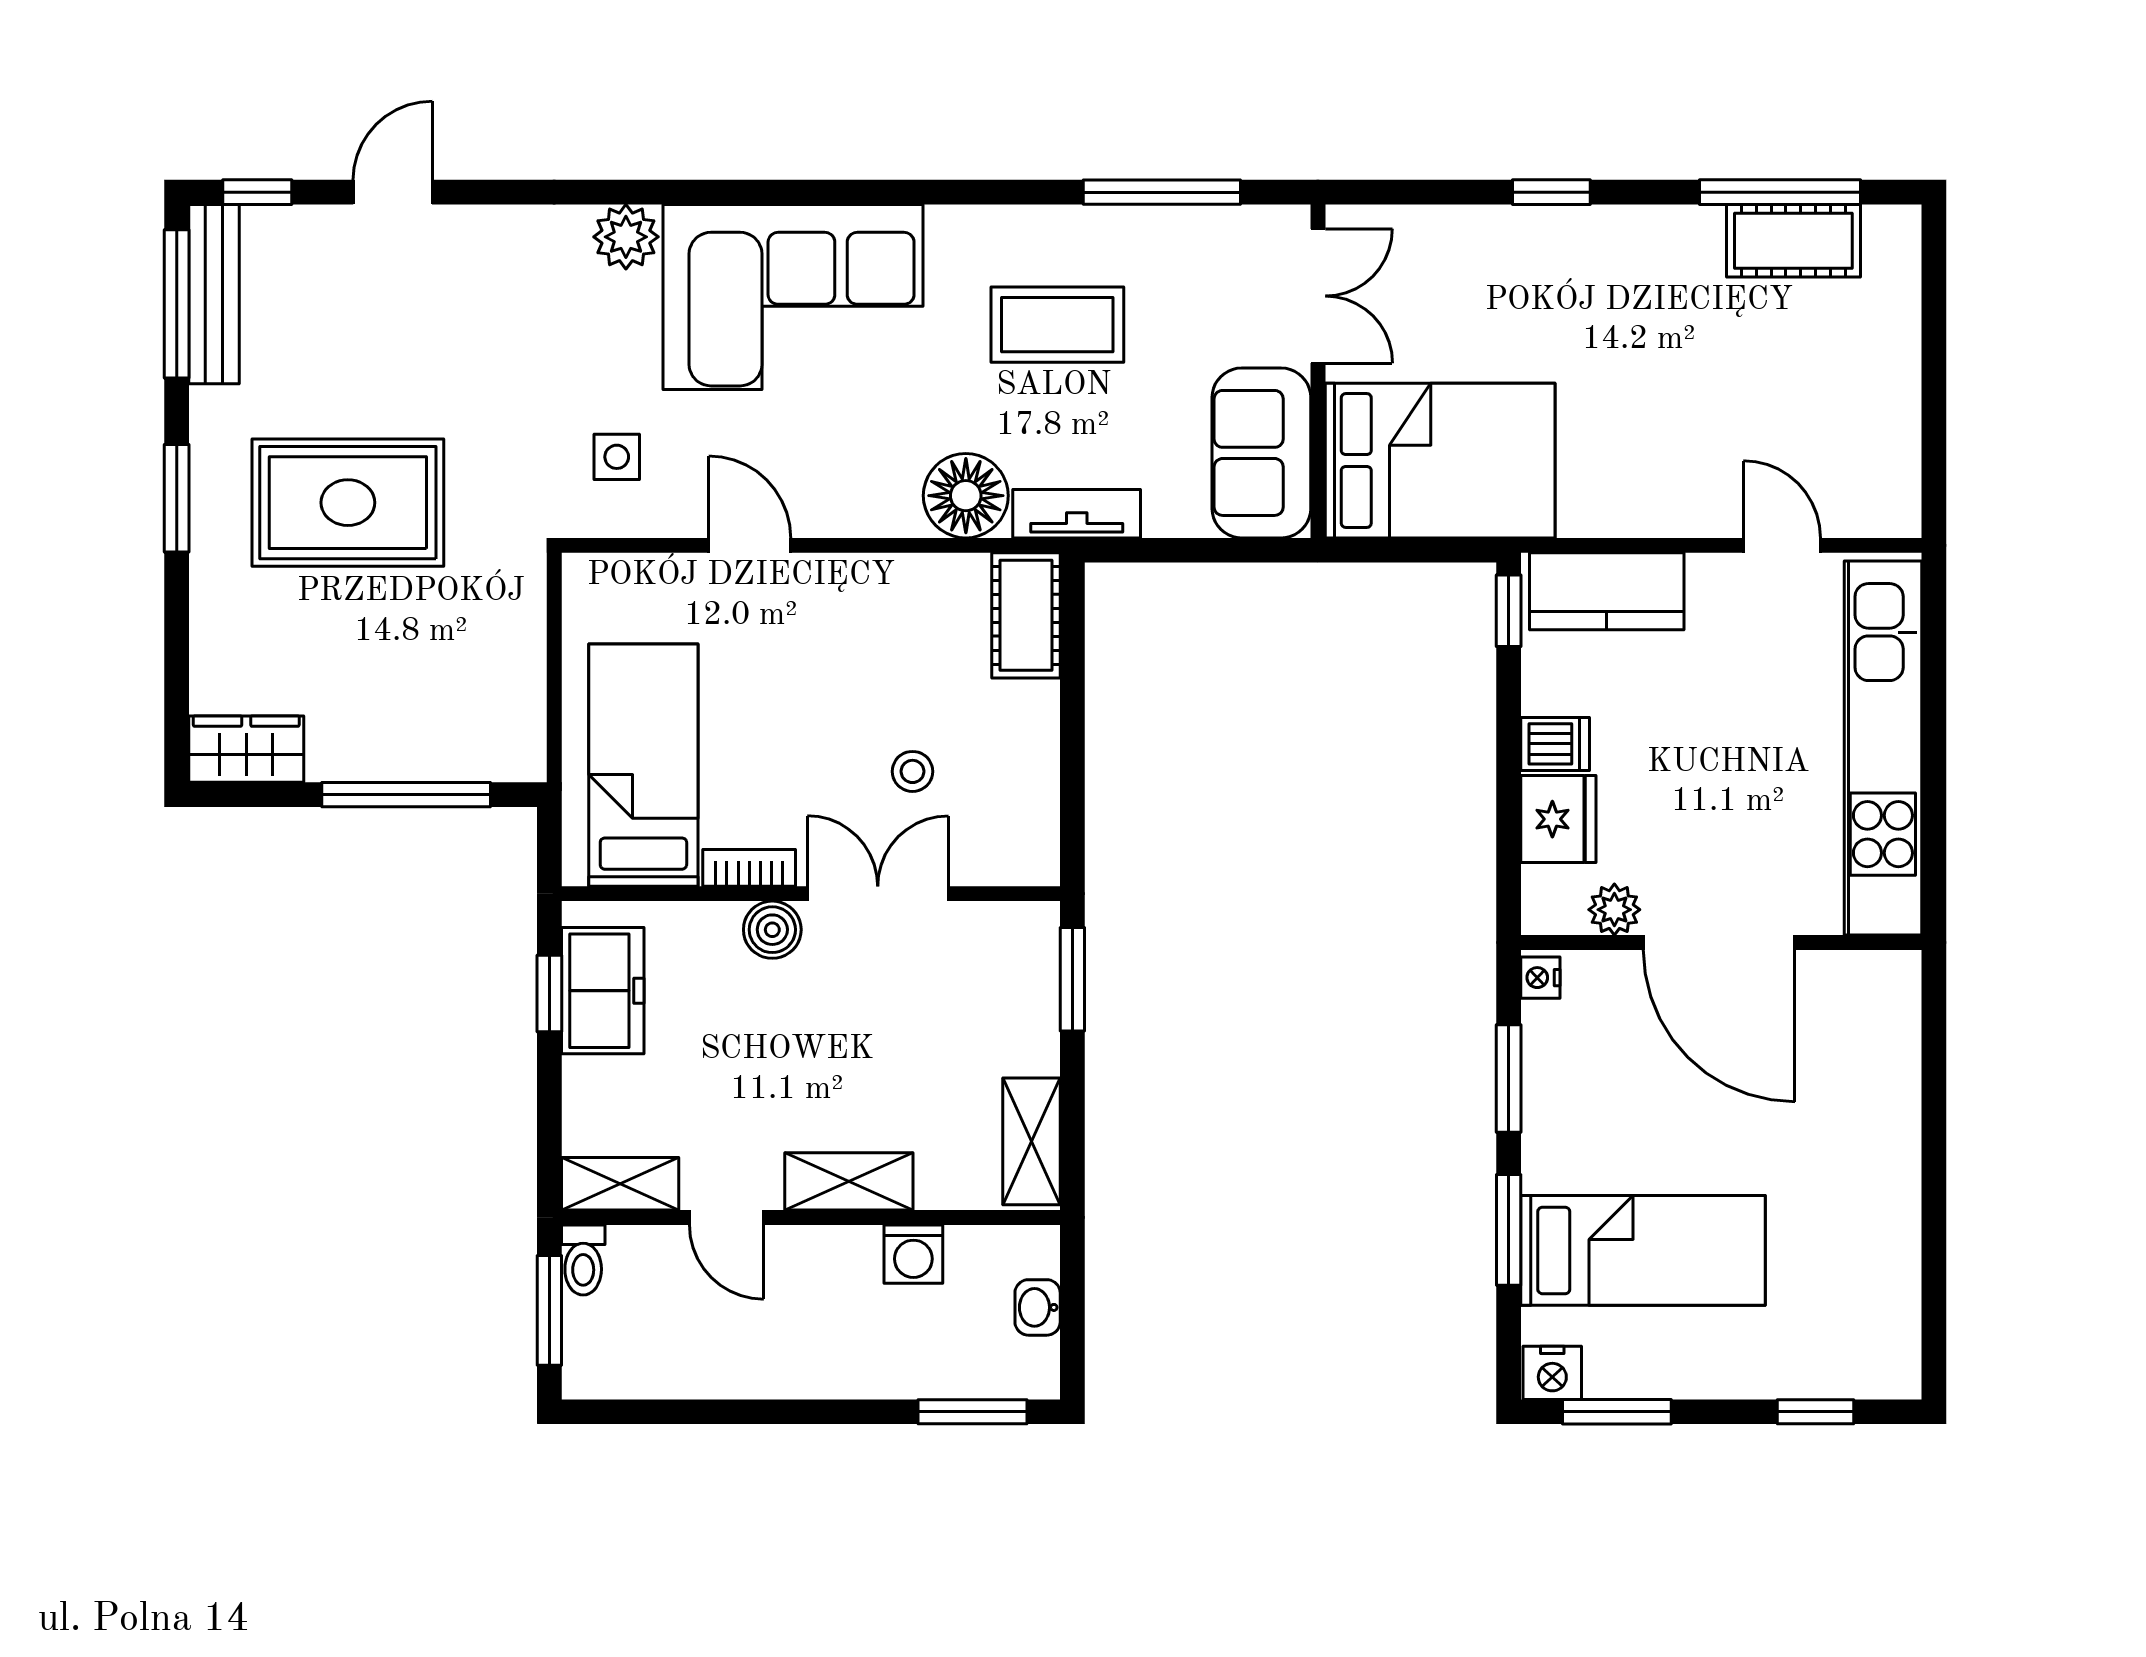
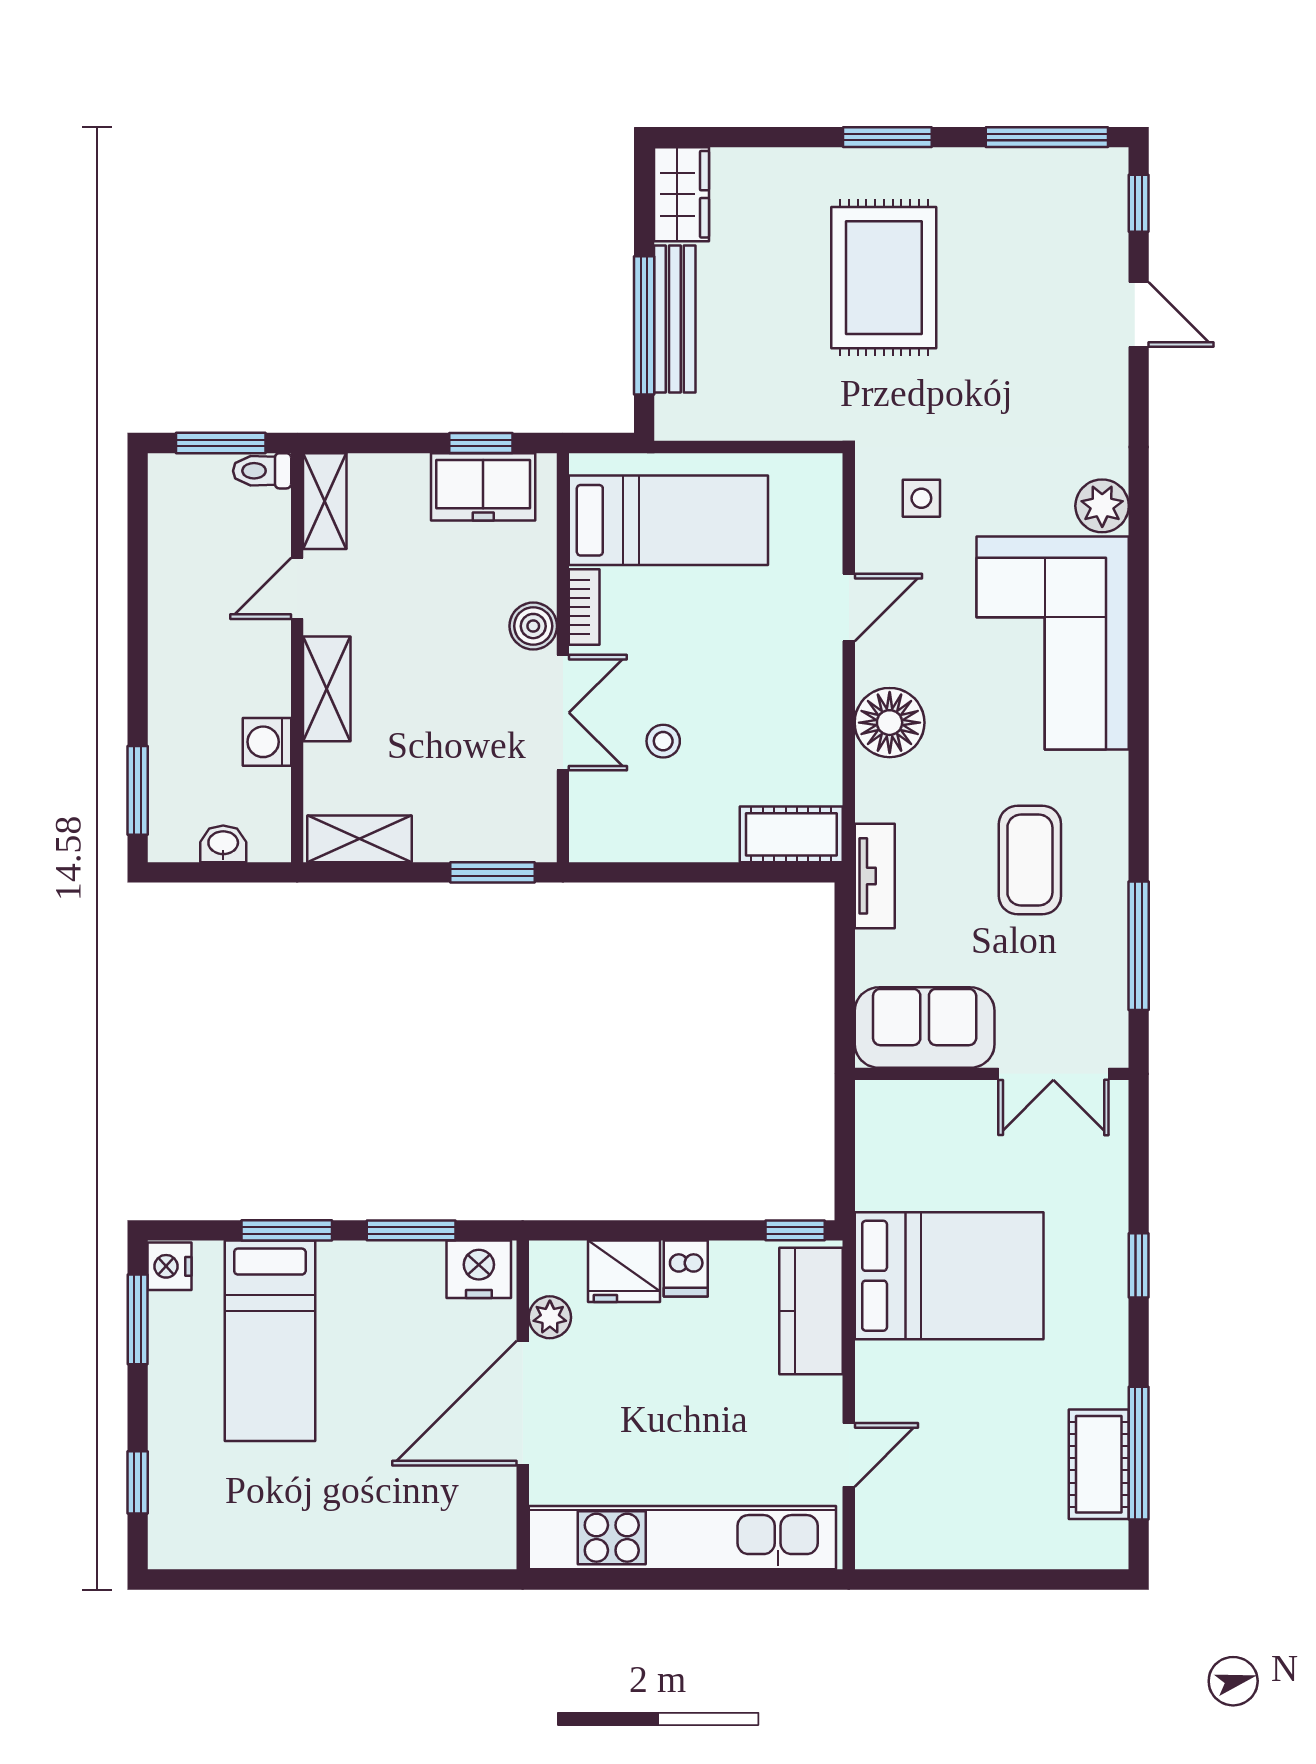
bench: (214, 294) -> (675, 319), moved, turned 90
bed: (1440, 461) -> (949, 1276), moved, turned -90
floor lamp: (966, 496) -> (890, 723), moved
nightstand: (1540, 978) -> (479, 1269), width x1.89, depth x1.79

